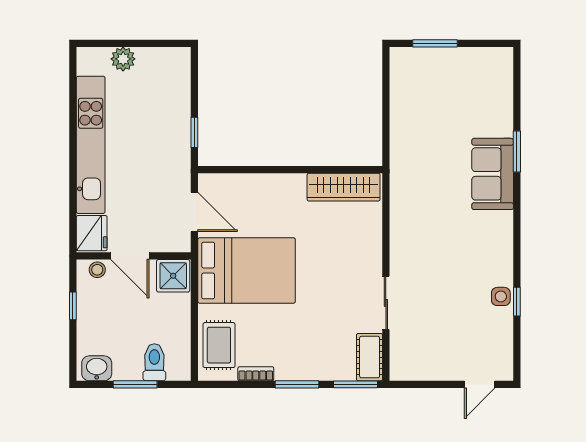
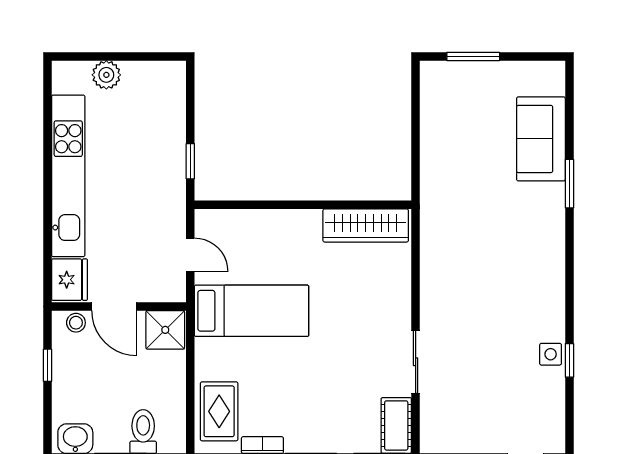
sofa: (493, 174) -> (541, 139), moved
door: (194, 212) -> (190, 255), width x0.73
bed: (247, 270) -> (252, 311), width x0.67

